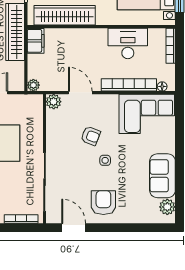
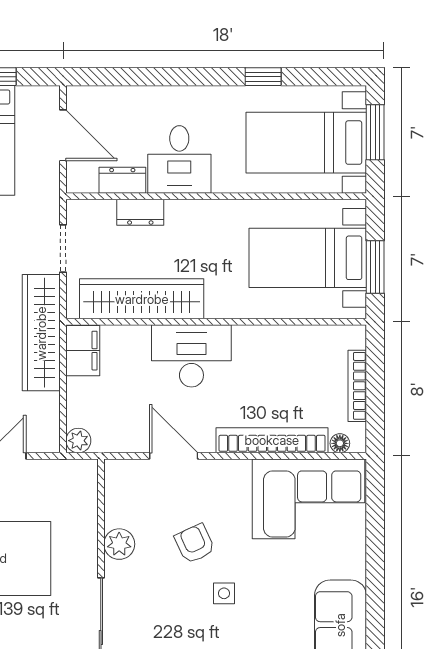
desk: (128, 43) -> (191, 356), moved
bookcase: (171, 46) -> (357, 386), moved
plant: (54, 102) -> (119, 544), moved
armchair: (91, 136) -> (195, 544), turned -136

